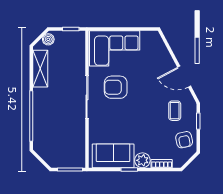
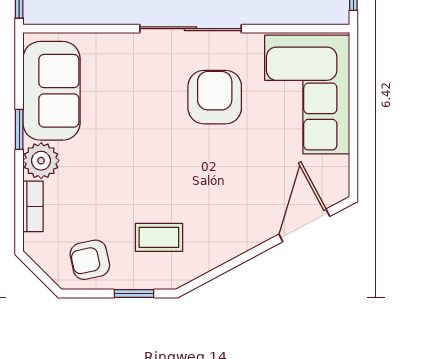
door: (184, 77) -> (304, 225), moved

